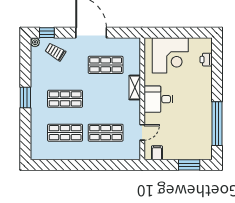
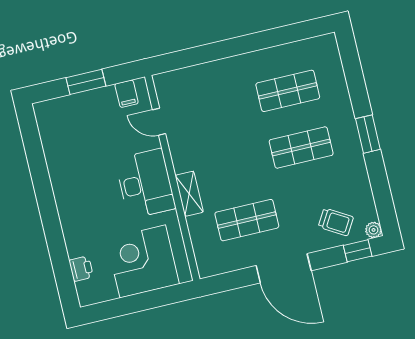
desk: (158, 99) -> (145, 184), width x1.37
window: (217, 124) -> (38, 166), removed
door: (142, 132) -> (159, 122), hinge flipped
shop shelf: (106, 133) -> (220, 107), removed
window: (189, 165) -> (86, 82), moved

